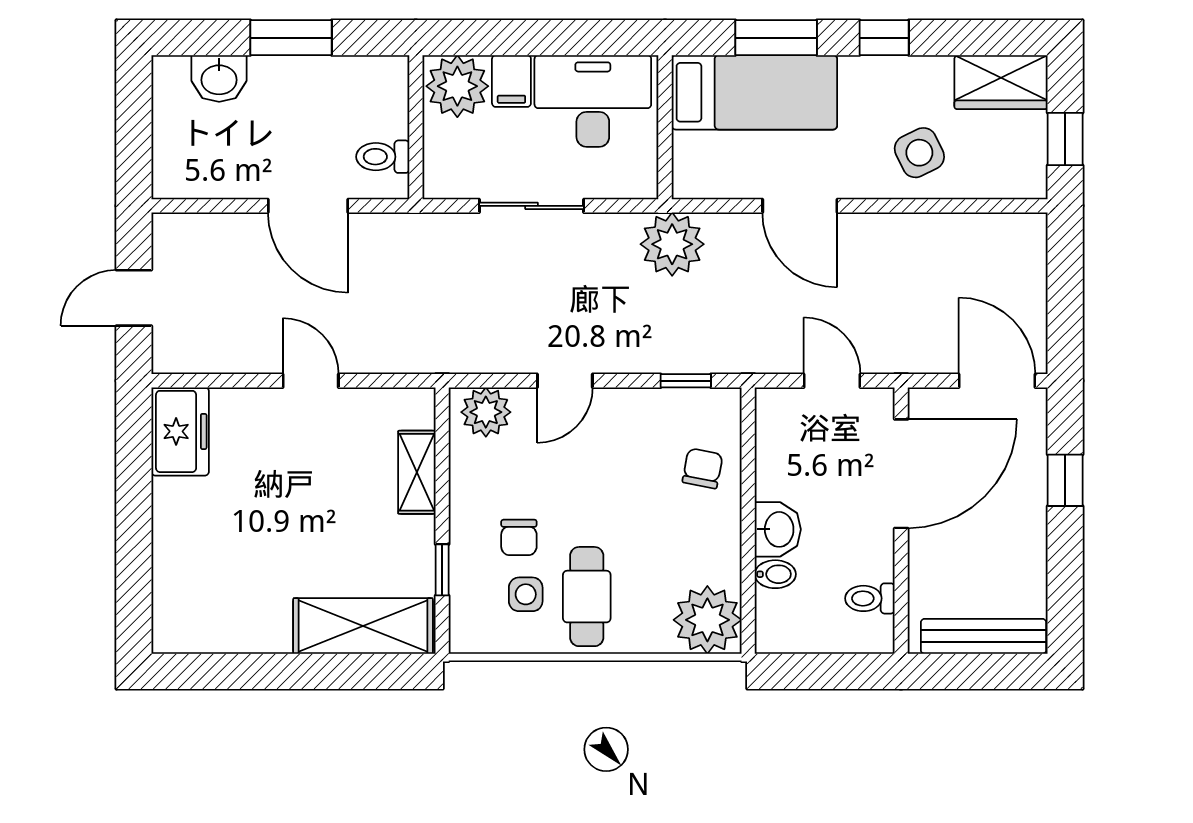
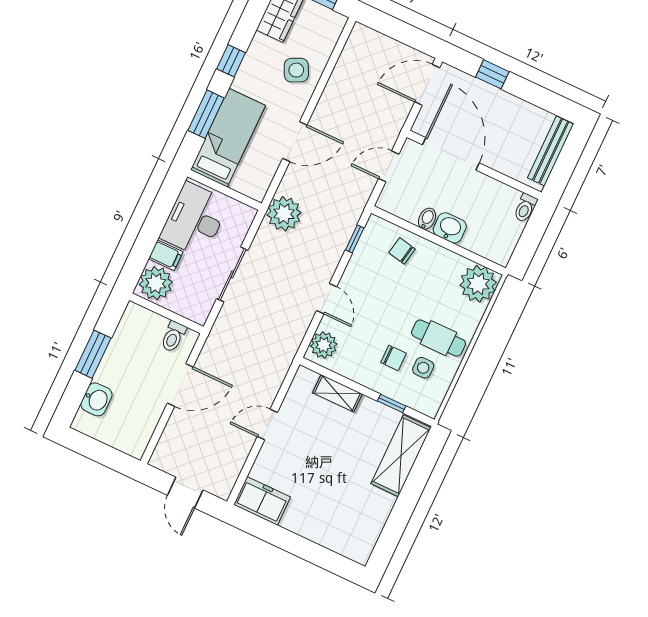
bidet: (775, 574) -> (427, 219), moved
toilet: (870, 598) -> (525, 208), moved

